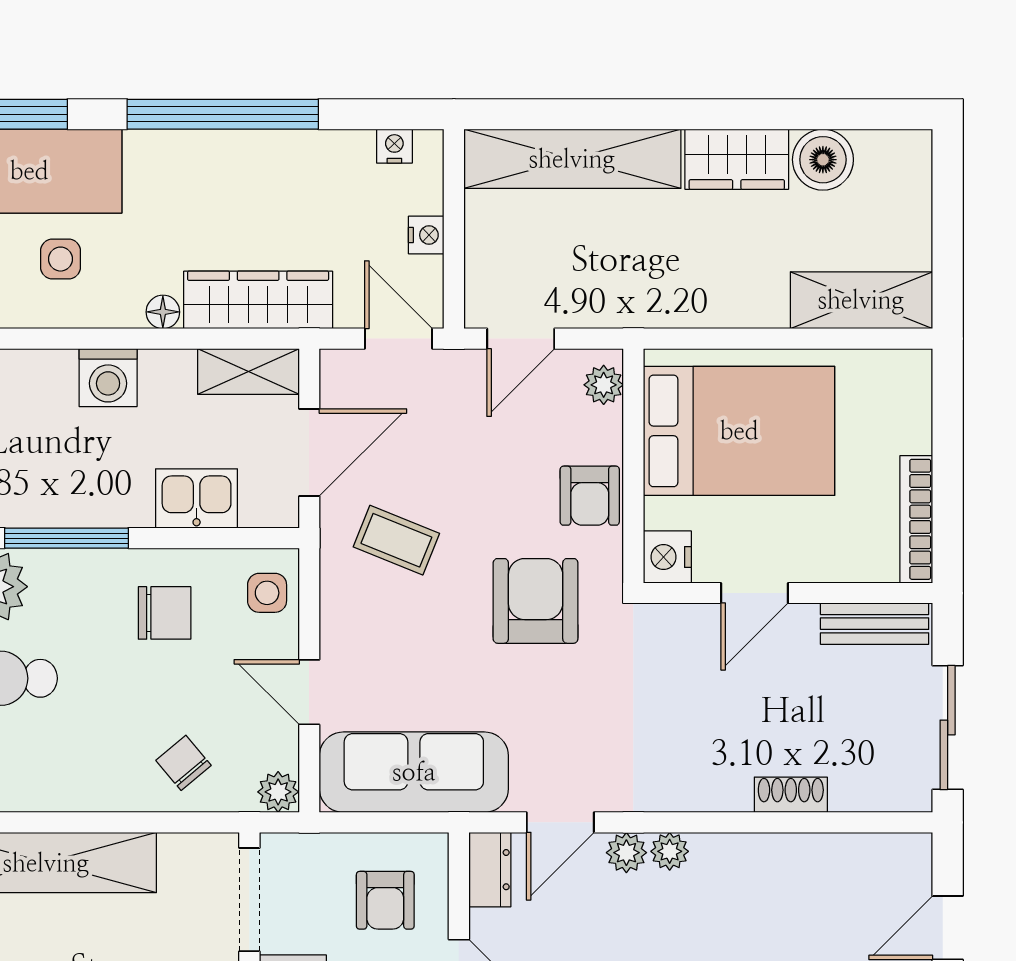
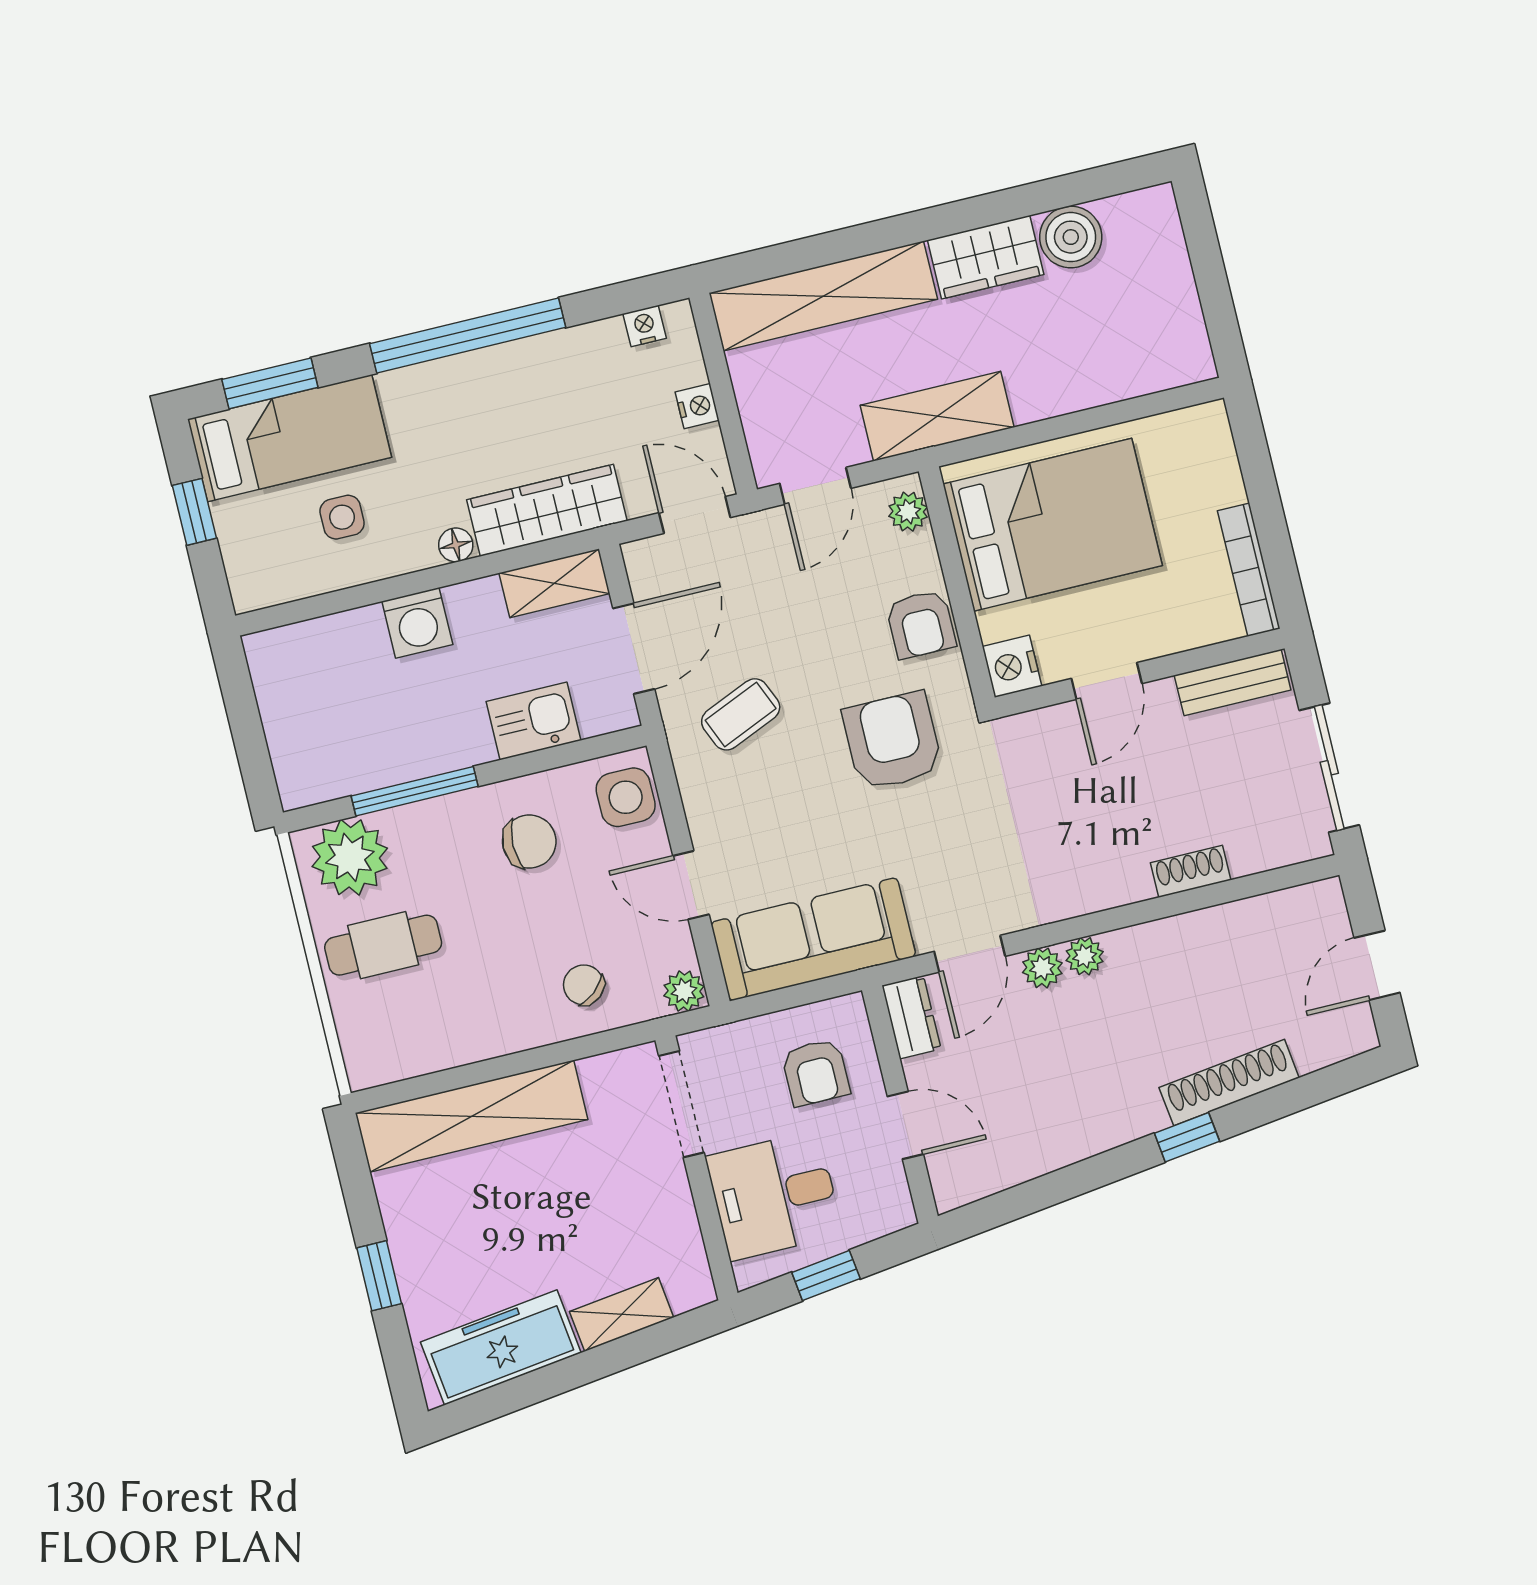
shelving: (861, 300) -> (937, 416), moved
coffee table: (396, 540) -> (741, 714), turned -45
side table: (267, 593) -> (626, 797), width x1.37, depth x1.37

